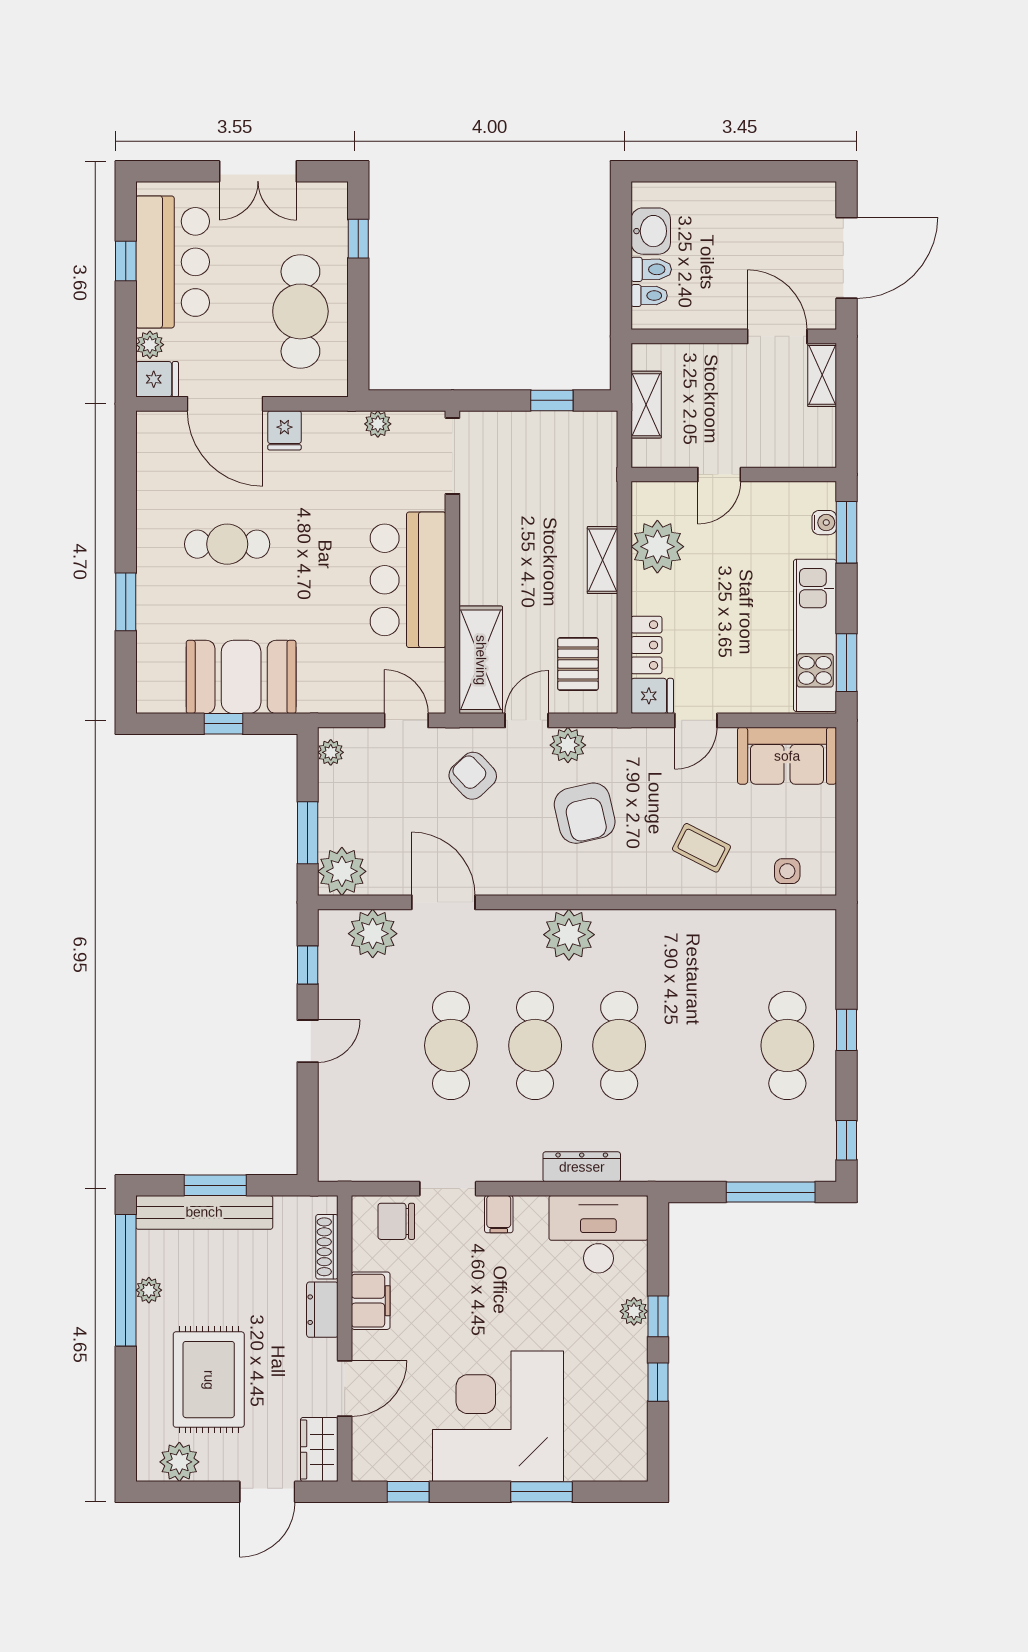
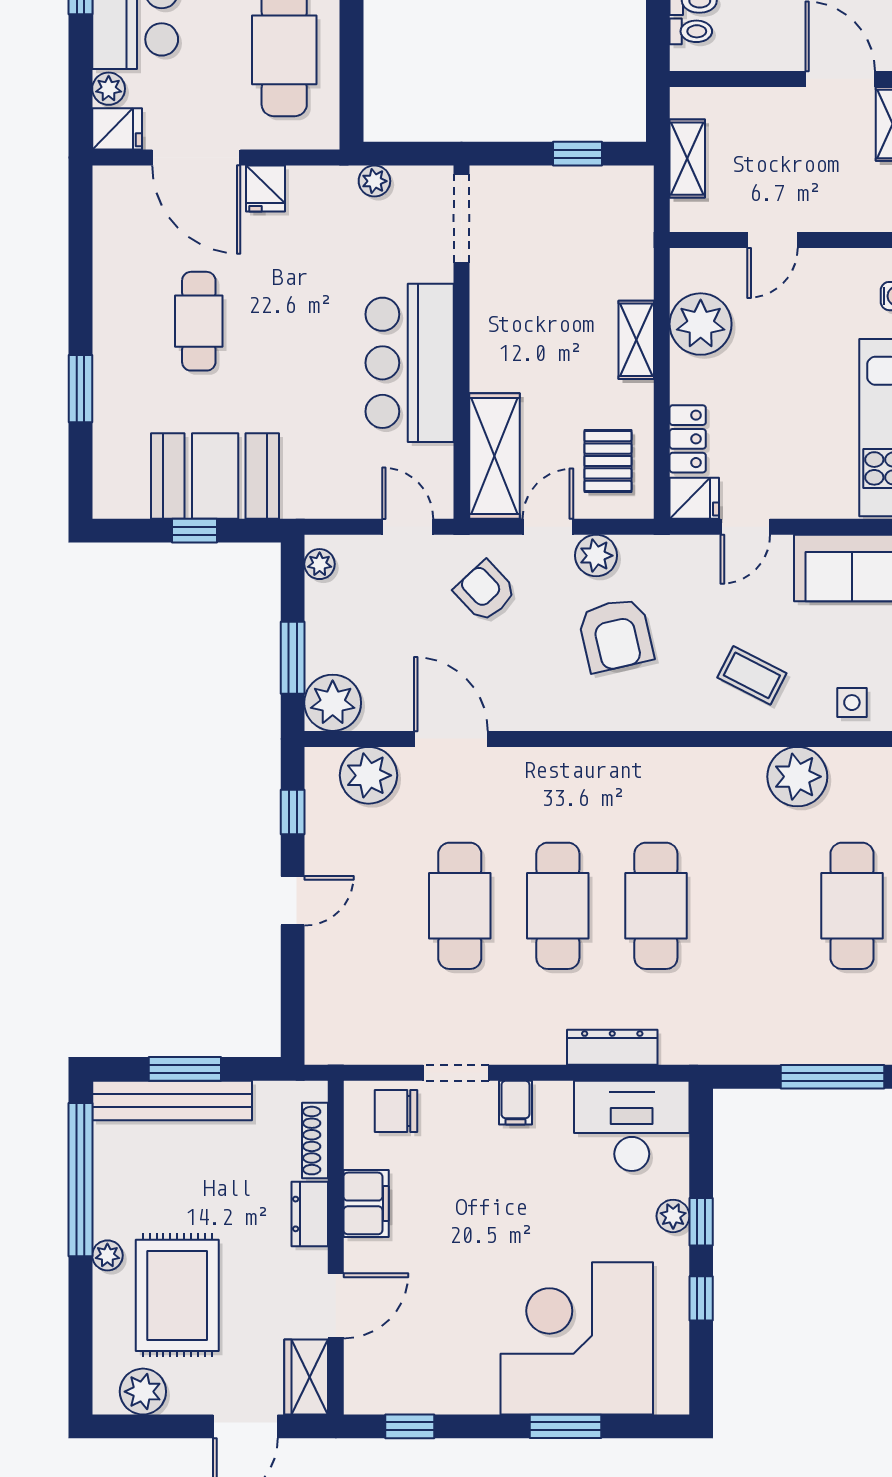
cafe table: (227, 544) -> (199, 321), turned 90
plant: (569, 935) -> (797, 777), moved
plant: (149, 1290) -> (107, 1255), moved
corner desk: (498, 1416) -> (577, 1338), moved

